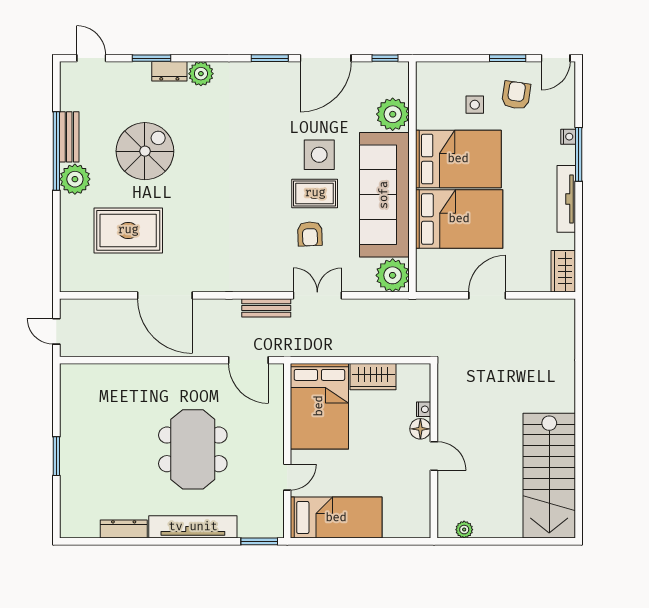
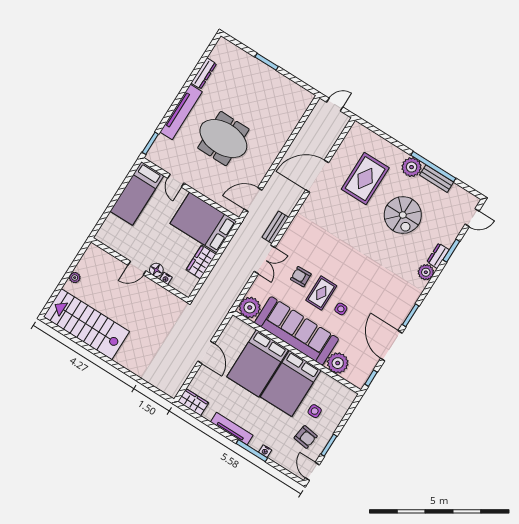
side table: (319, 155) -> (341, 309), width x0.54, depth x0.54
plant: (464, 530) -> (75, 278), moved

